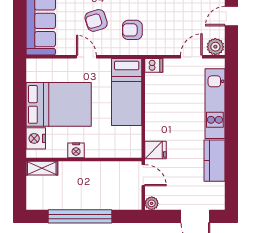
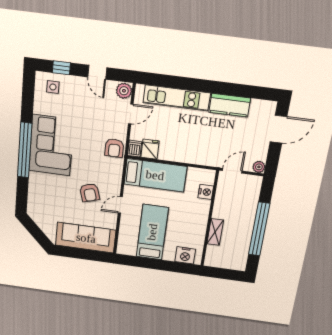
armchair: (132, 30) -> (114, 148), moved
door: (191, 57) -> (131, 114), swing flipped
bed: (59, 104) -> (152, 232), width x0.67
nightstand: (76, 150) -> (206, 192), moved
fridge: (156, 150) -> (150, 149), moved
shelving: (42, 168) -> (215, 232), moved

